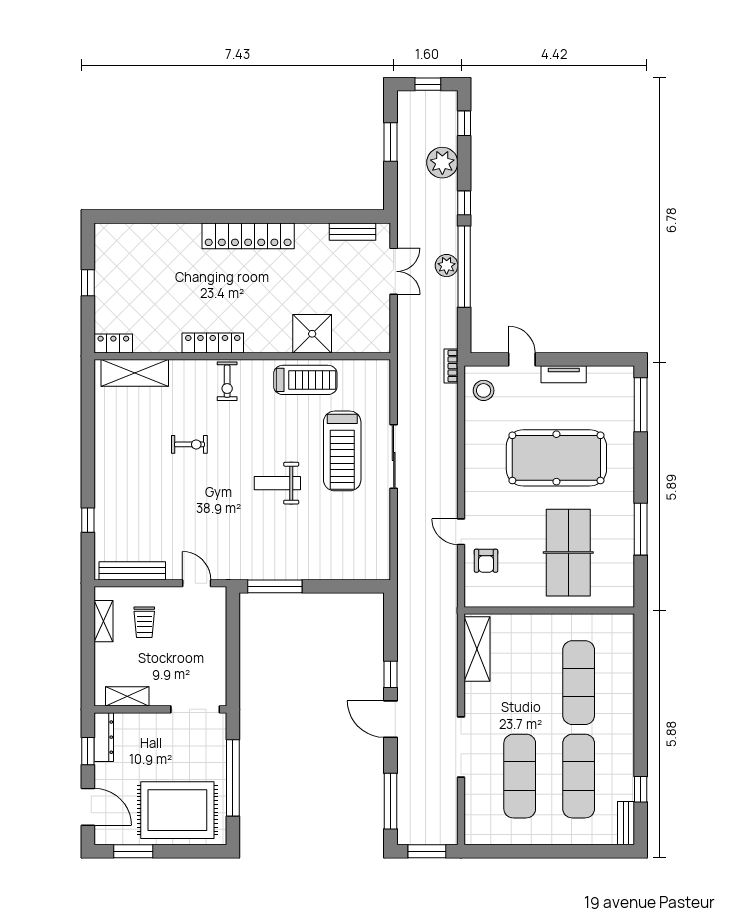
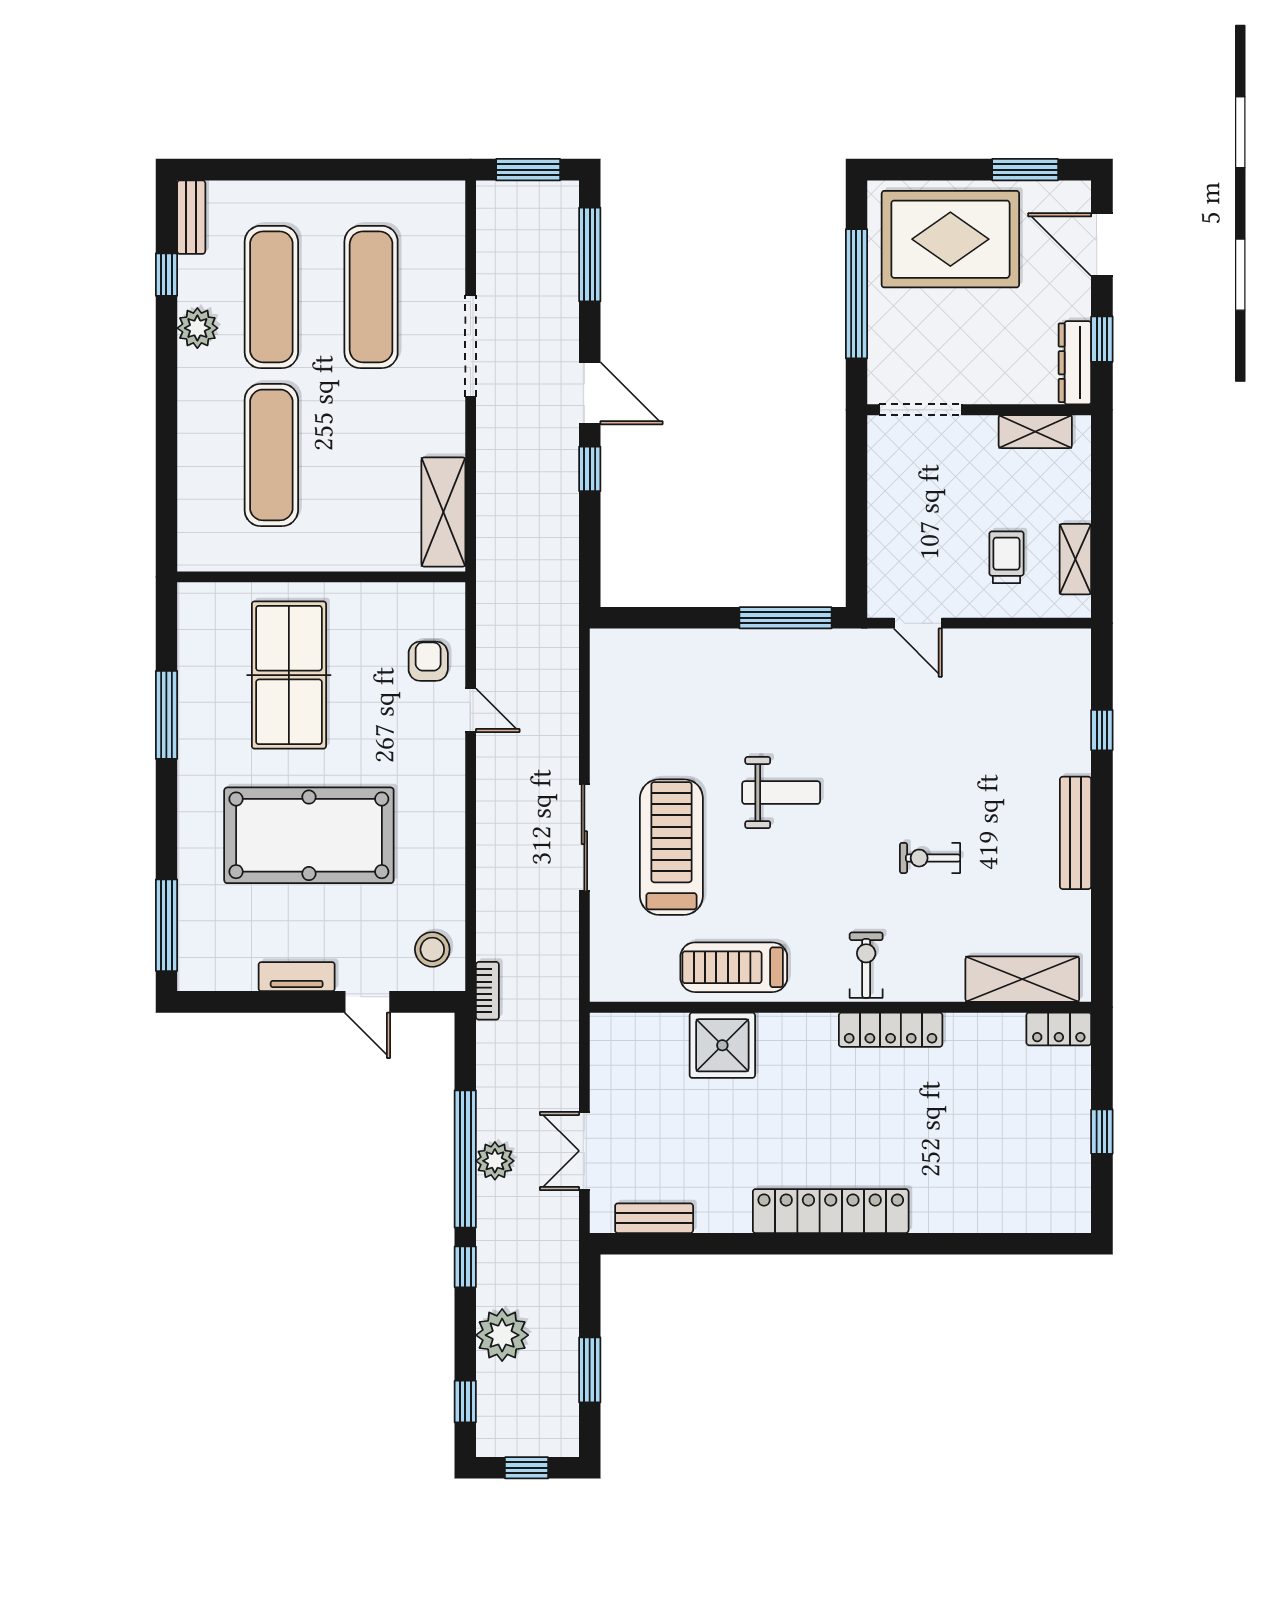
bench: (132, 571) -> (1075, 833), moved, turned 90
plant: (622, 758) -> (197, 328), added

